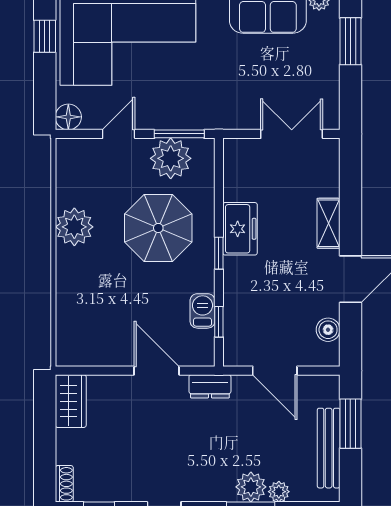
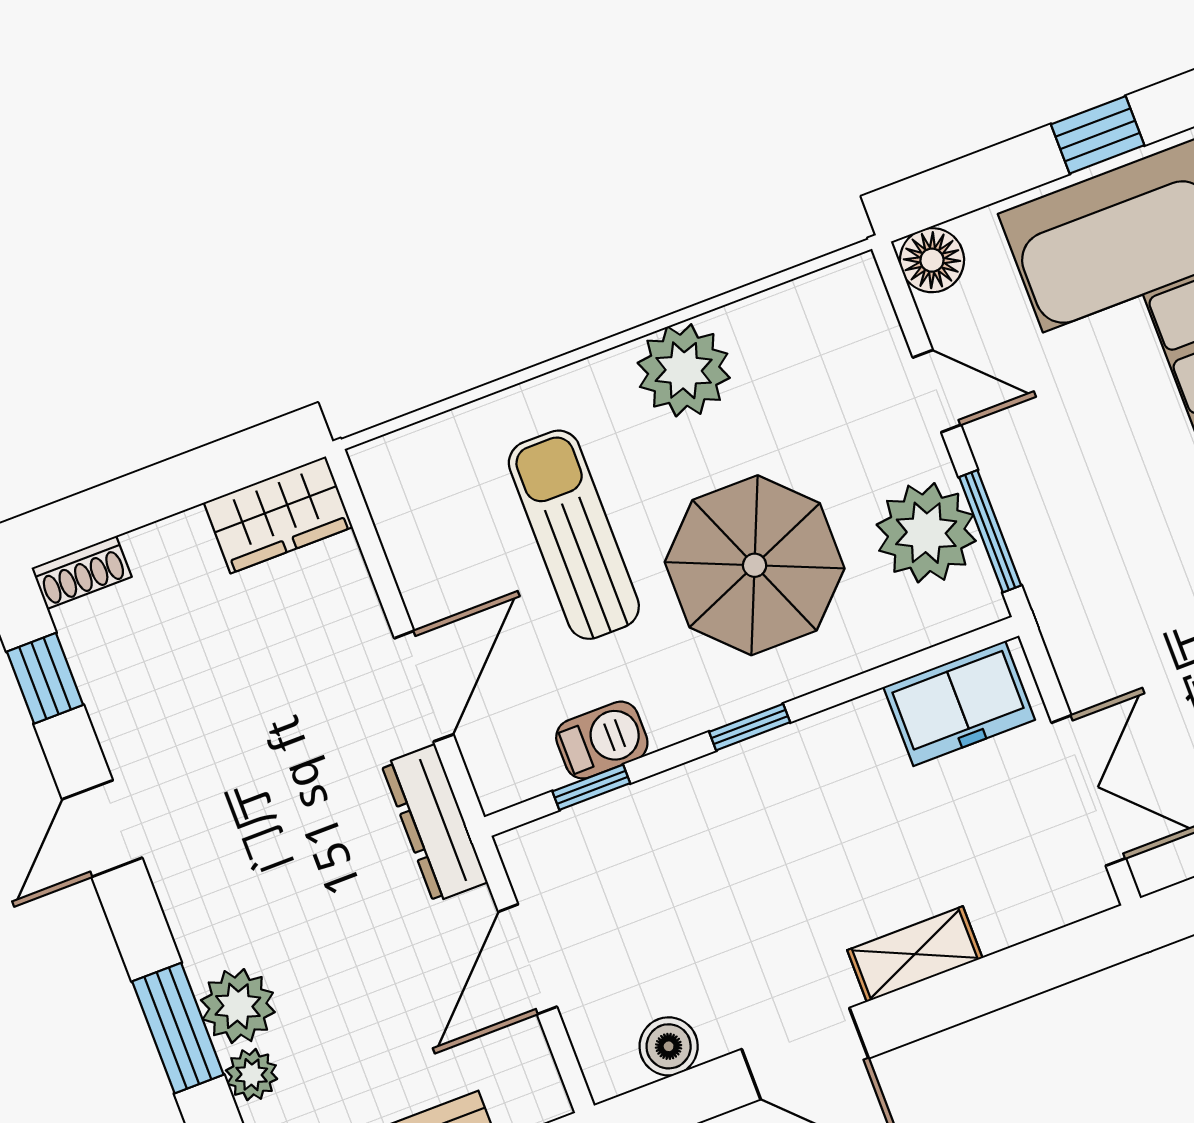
freezer: (240, 229) -> (959, 703), moved
sun lounger: (121, 292) -> (574, 535), added
dresser: (210, 386) -> (434, 823), width x1.44

